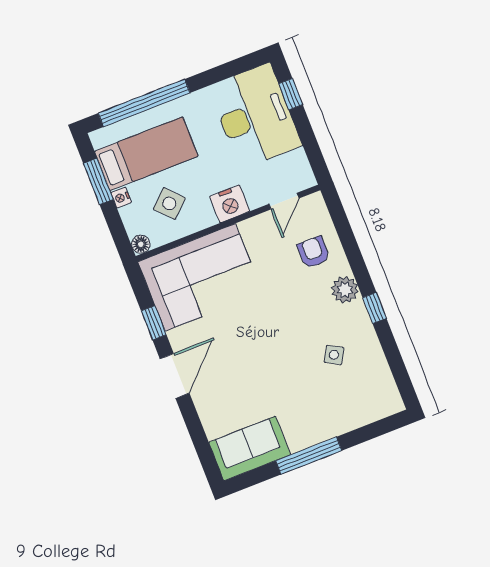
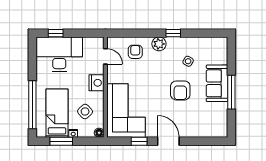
armchair: (313, 252) -> (135, 52), turned 90
armchair: (275, 362) -> (180, 90), added
sofa: (250, 448) -> (217, 83), moved

